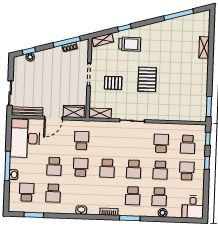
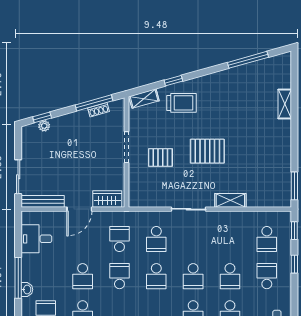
pallet: (147, 79) -> (207, 151), turned 90
shelving: (100, 113) -> (230, 200), moved
desk: (25, 138) -> (36, 239), width x0.53, depth x0.77
school desk: (161, 143) -> (156, 239), moved, turned 180

